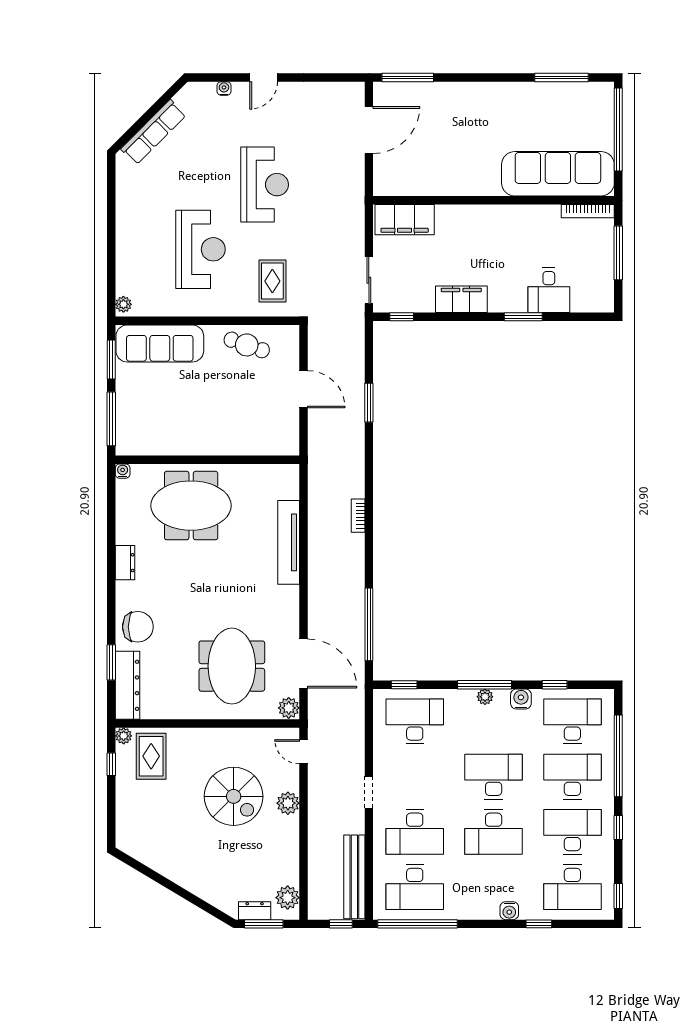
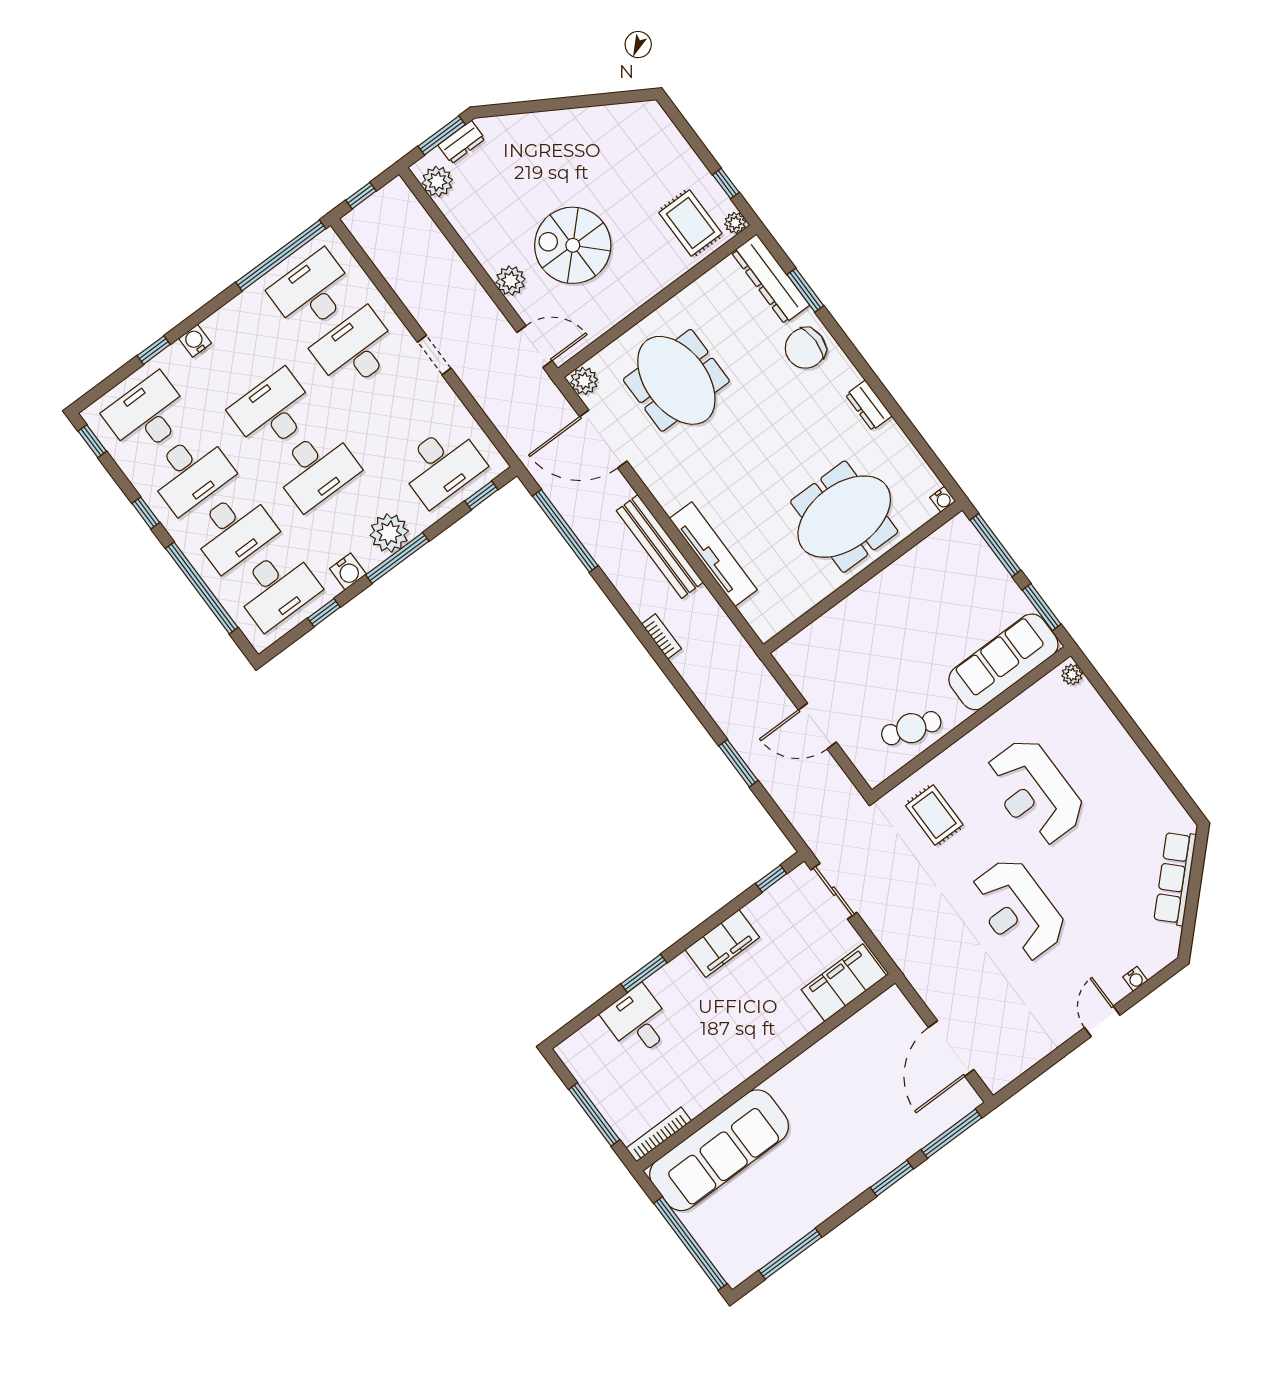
window: (465, 78) -> (892, 1178), added
plant: (485, 697) -> (389, 533), width x1.88, depth x1.88
door: (303, 752) -> (534, 347), width x1.38
bench: (354, 877) -> (660, 546), moved

